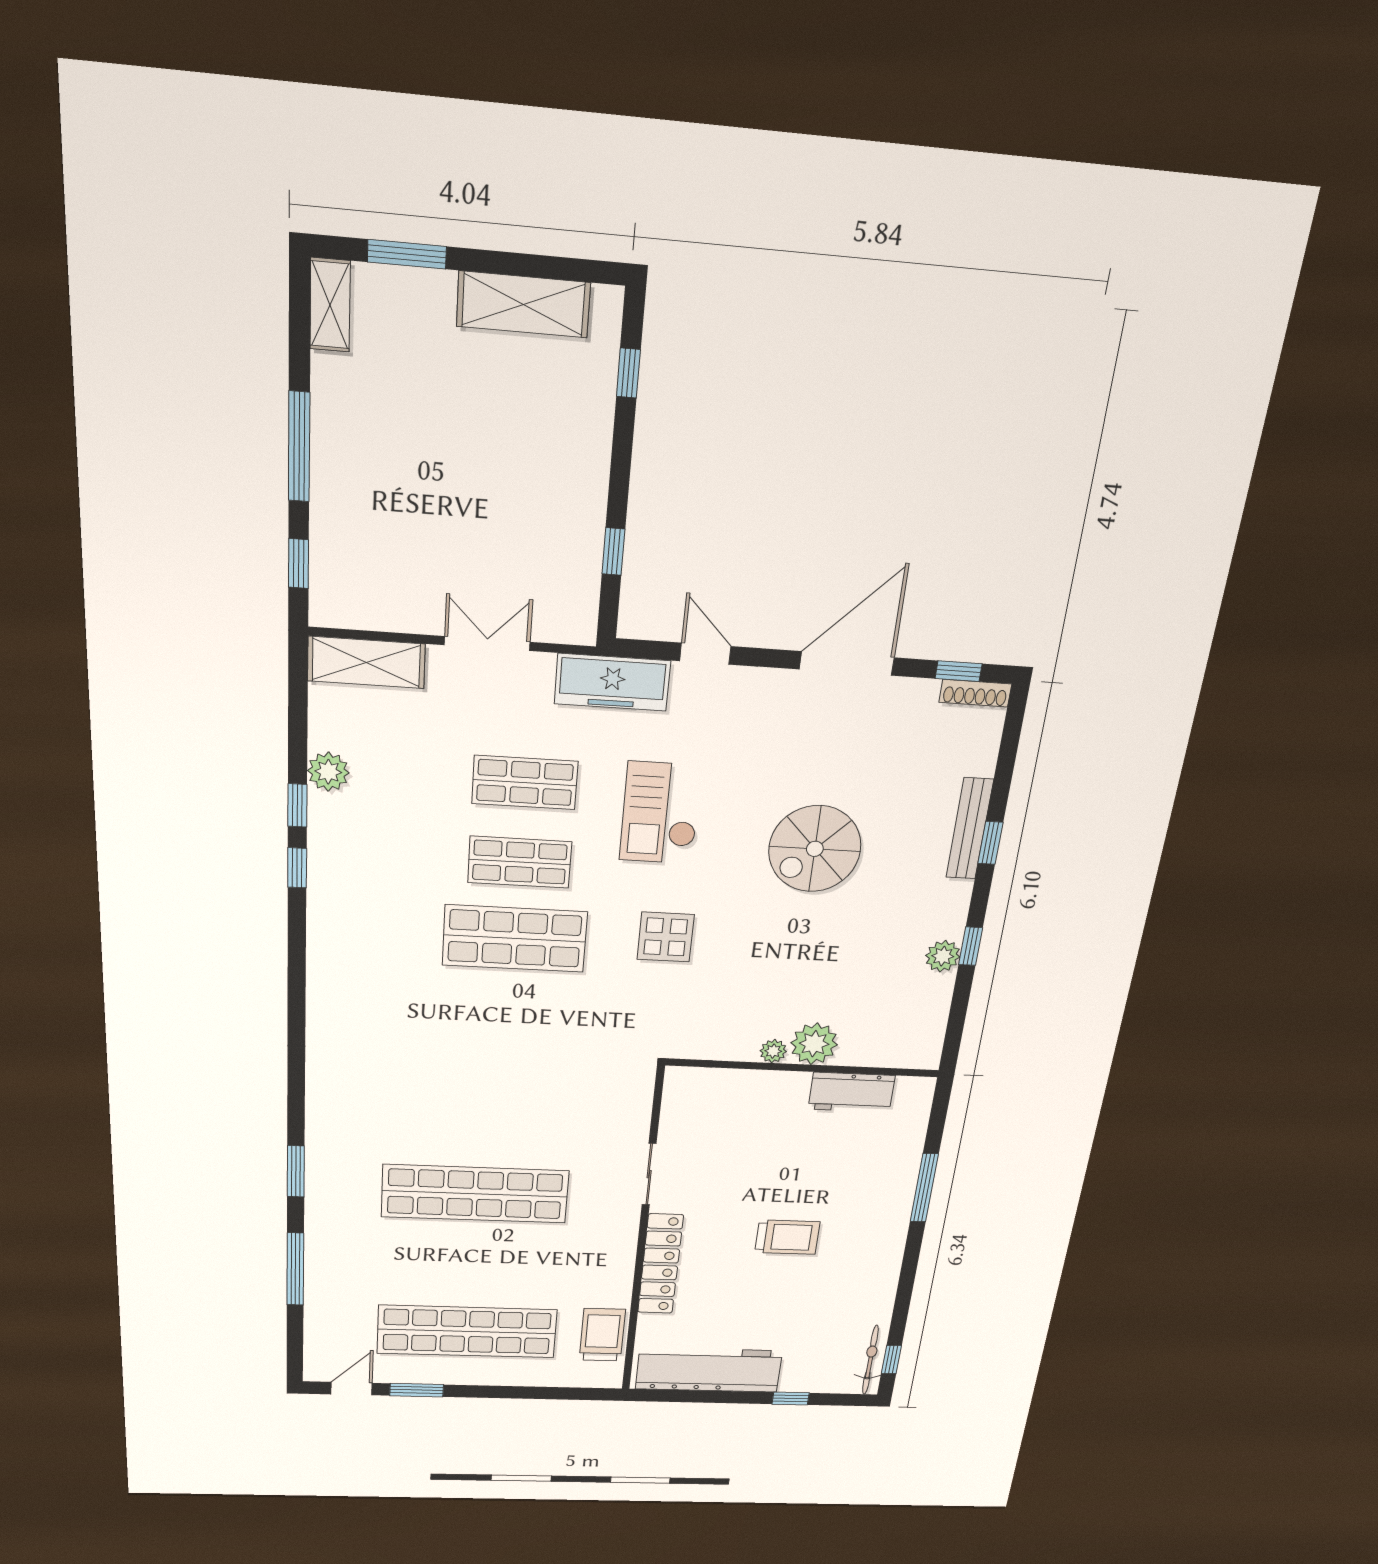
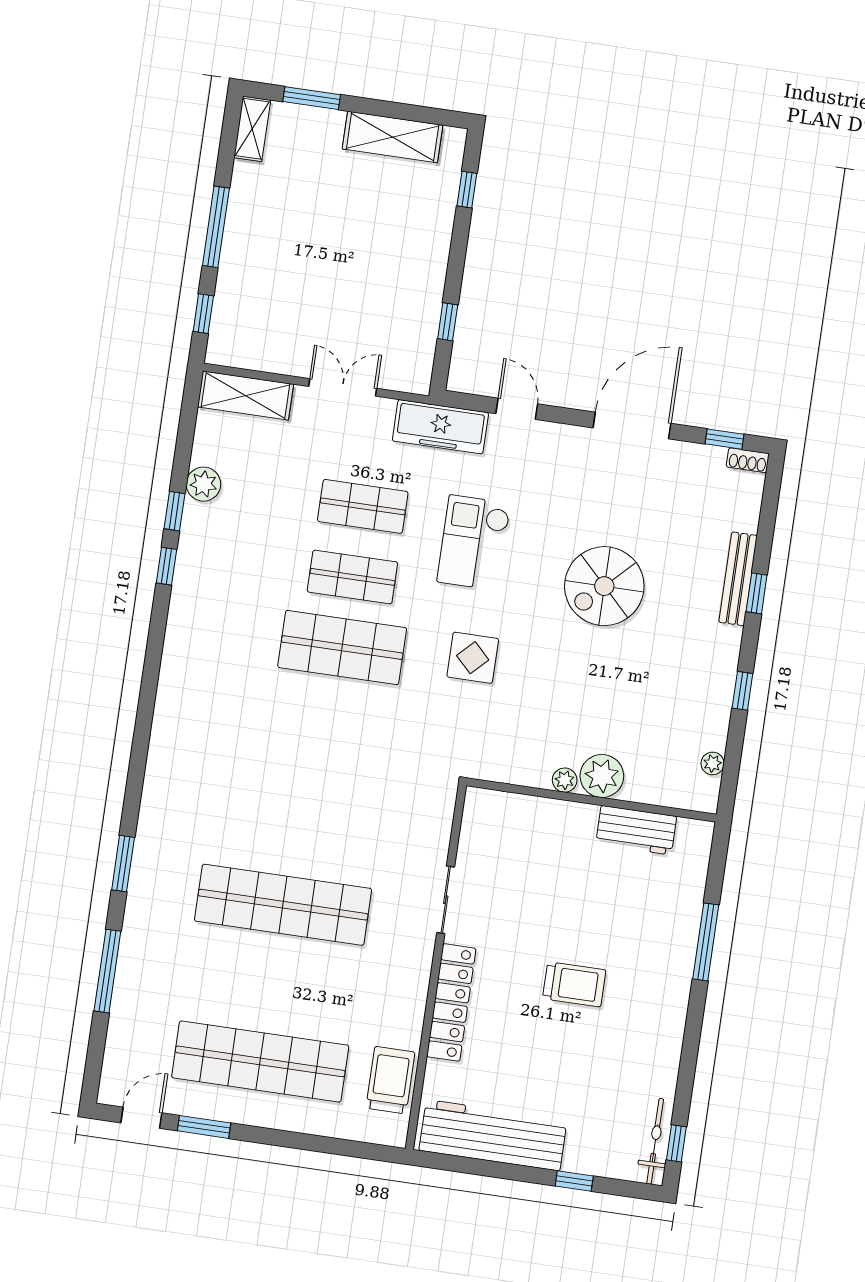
shoe rack: (975, 693) -> (748, 460), width x0.70
plant: (943, 956) -> (713, 763), moved, width x0.73, depth x0.73

